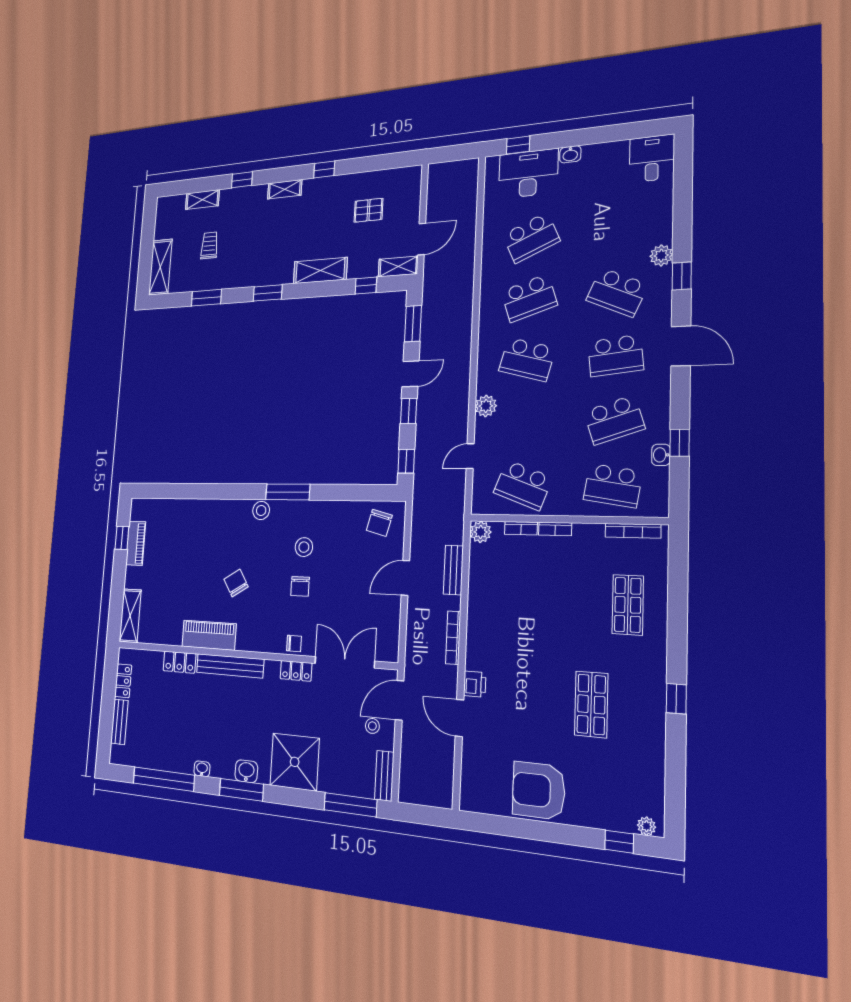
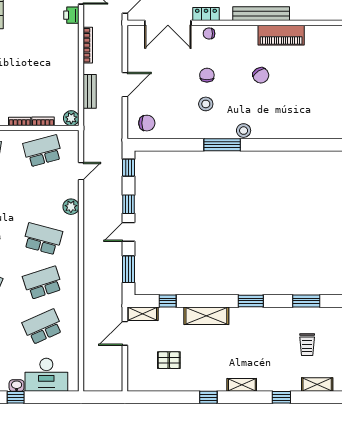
window: (518, 145) -> (16, 397), moved
school desk: (523, 485) -> (43, 151), turned -36
chair: (379, 523) -> (147, 123), turned 75
locker: (180, 662) -> (305, 13), removed

